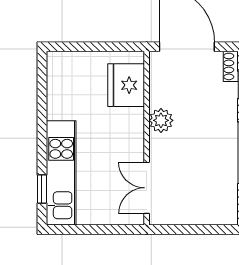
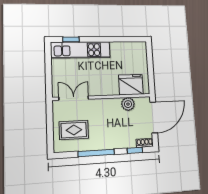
plant: (161, 120) -> (128, 104), moved
rug: (201, 190) -> (74, 130), added

